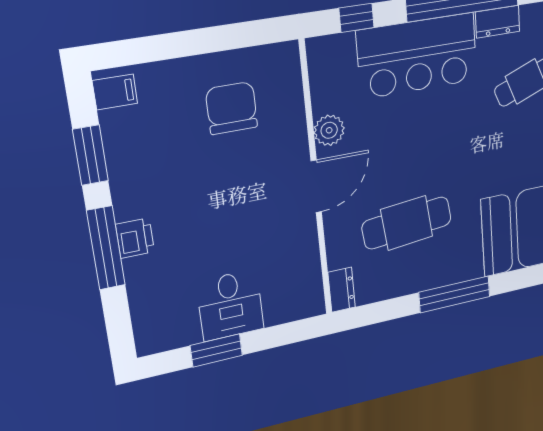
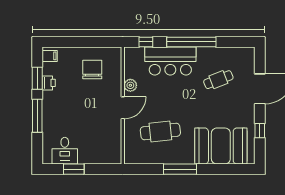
dresser: (498, 22) -> (207, 52), removed
printer: (135, 238) -> (49, 83), moved
dresser: (342, 290) -> (129, 155), removed
desk: (230, 305) -> (65, 151), moved

